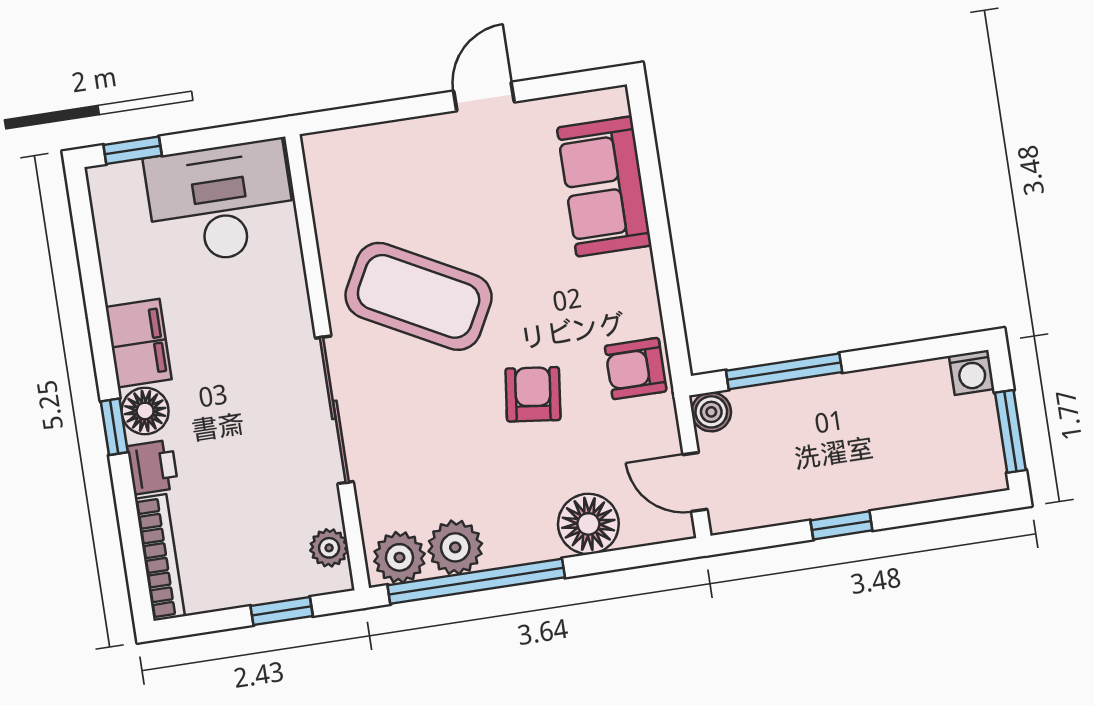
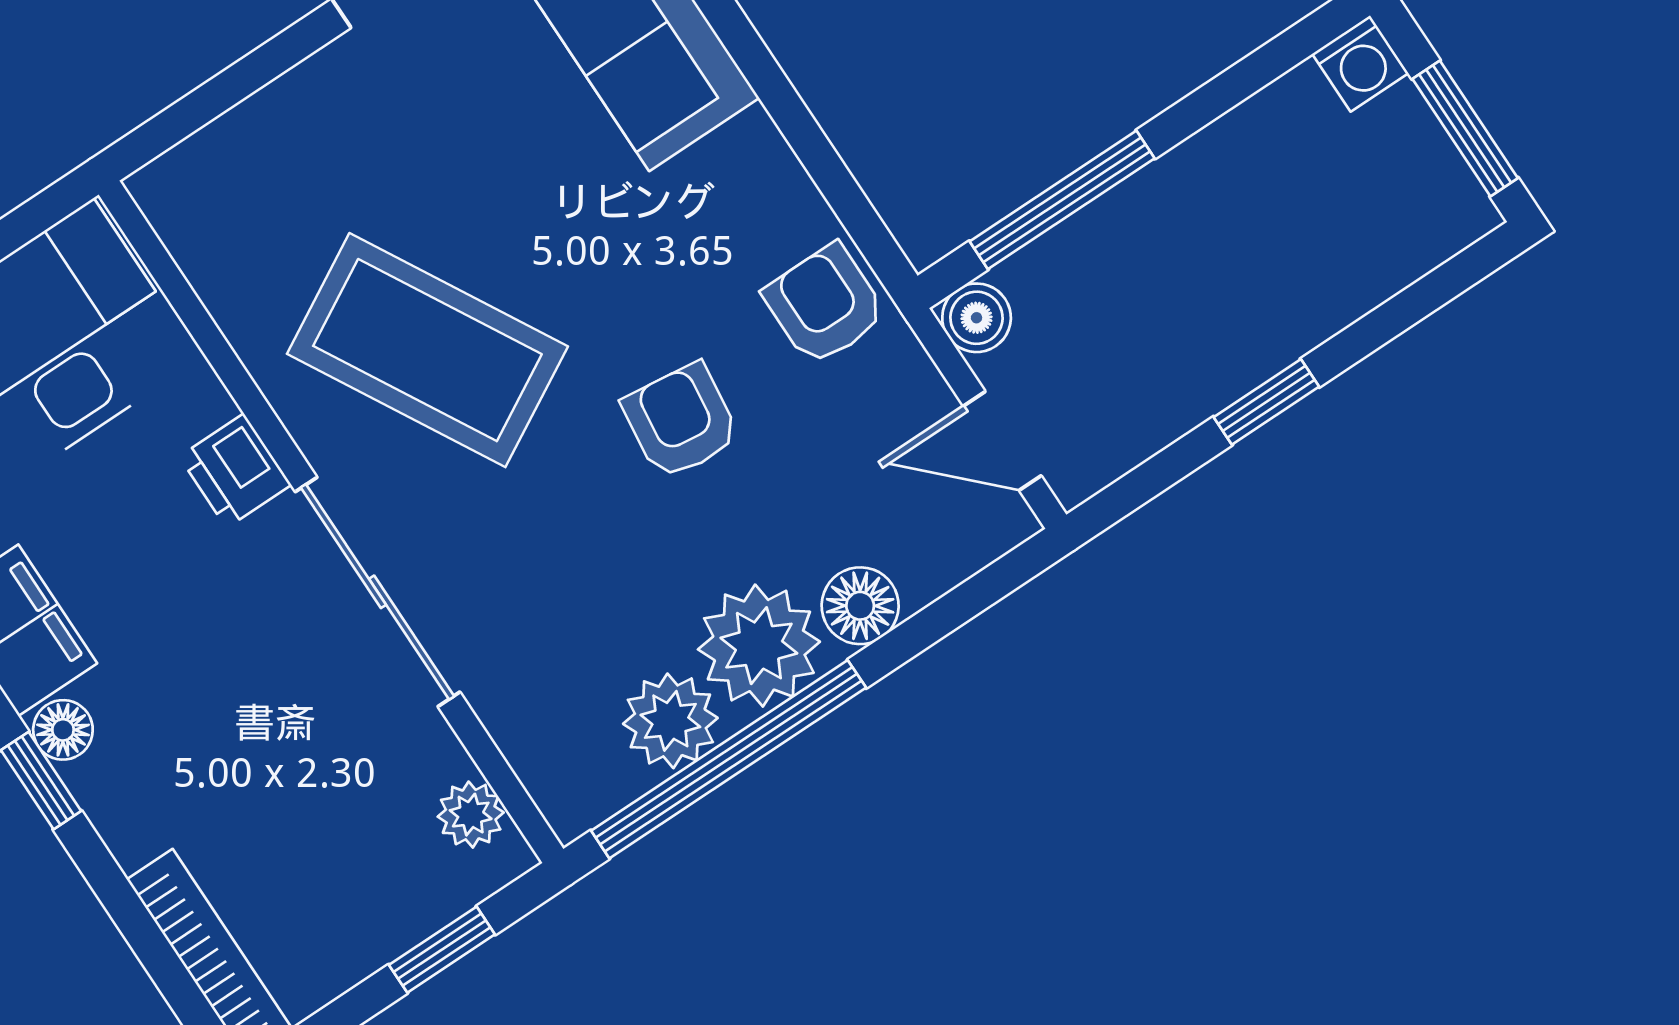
coffee table: (419, 296) -> (427, 350), turned 33
armchair: (636, 369) -> (825, 305), turned 90
floor lamp: (145, 411) -> (63, 730), width x0.73, depth x0.73
printer: (153, 467) -> (235, 471), moved, turned 180
floor lamp: (588, 524) -> (860, 606), width x0.73, depth x0.73
plant: (399, 557) -> (759, 646), moved, width x1.36, depth x1.36

